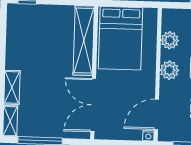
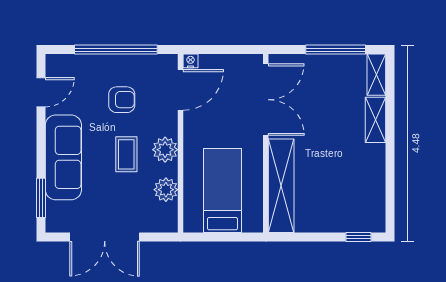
bed: (121, 38) -> (222, 190), width x0.67

